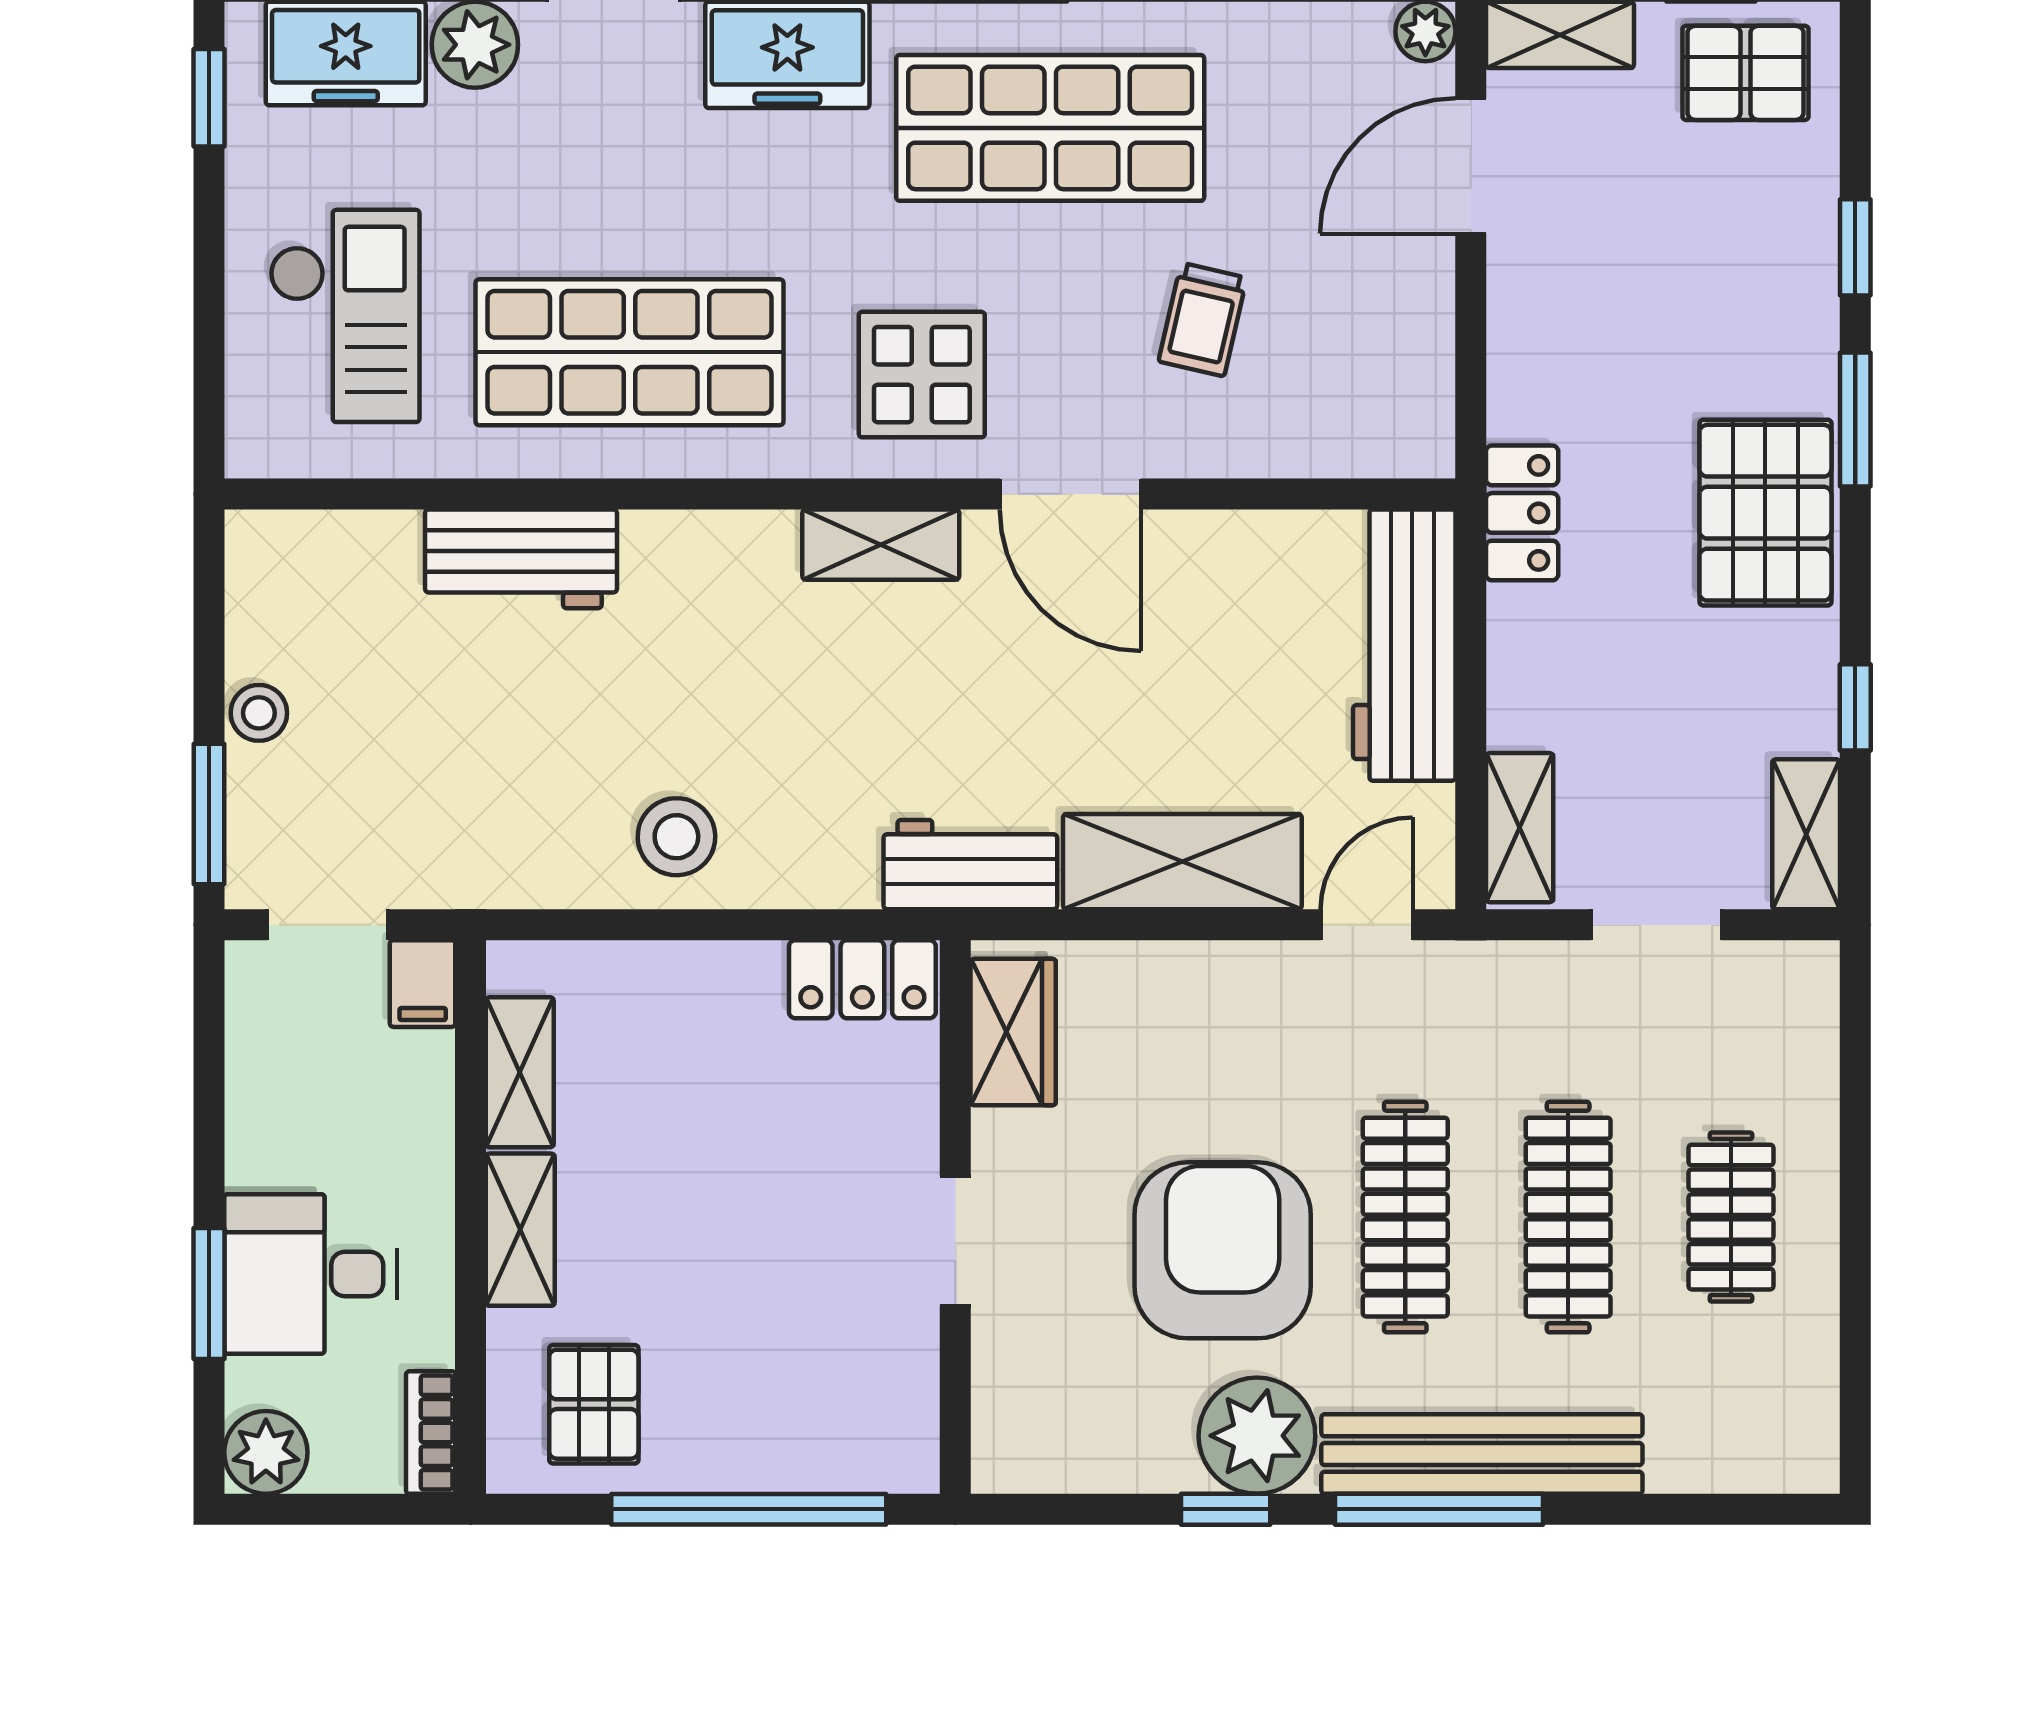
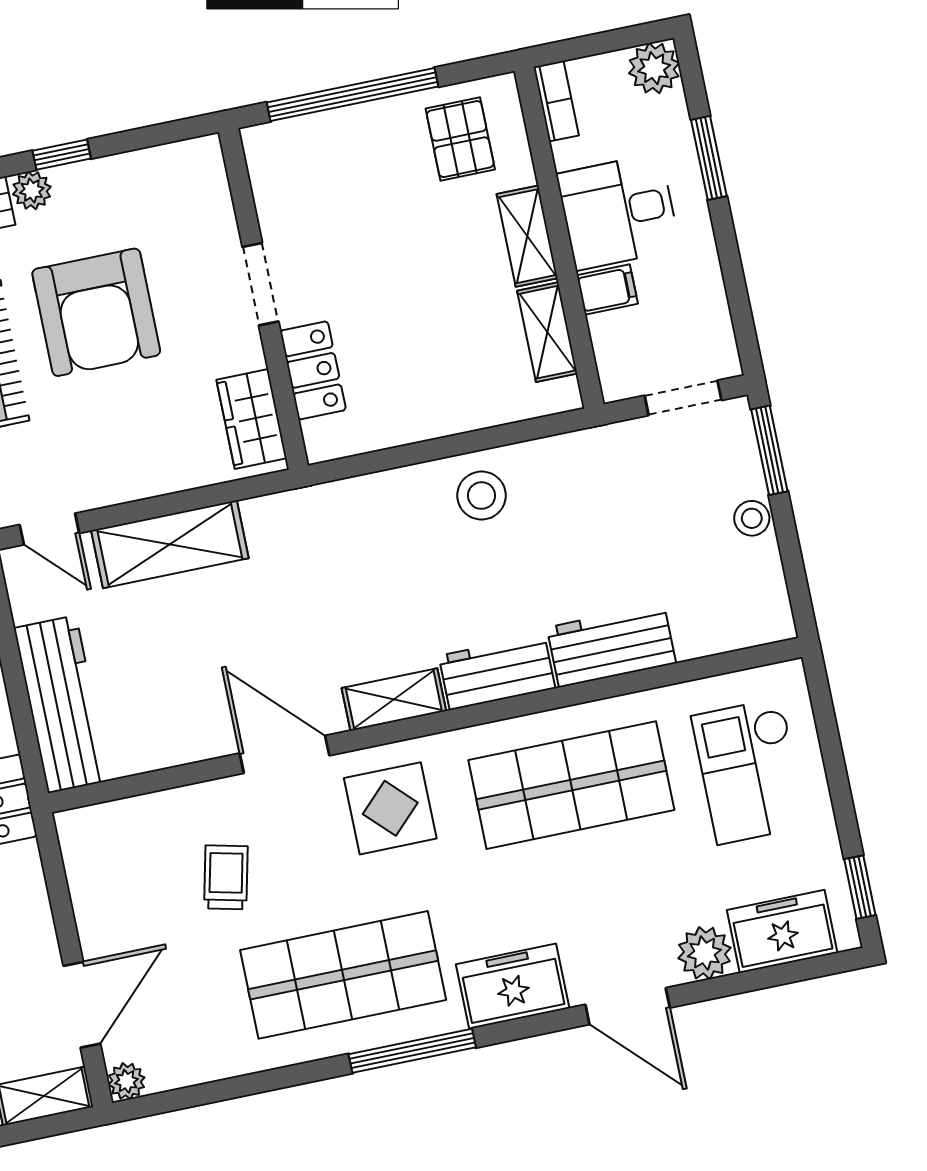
workbench: (970, 865) -> (497, 672), moved, turned 180
door: (1367, 925) -> (49, 529), hinge flipped
locker: (862, 979) -> (313, 370), moved, turned 90
filing cabinet: (423, 984) -> (607, 290), moved, turned 90
desk: (311, 1274) -> (618, 212), moved, turned 180
plant: (1257, 1436) -> (32, 190), width x0.53, depth x0.53

